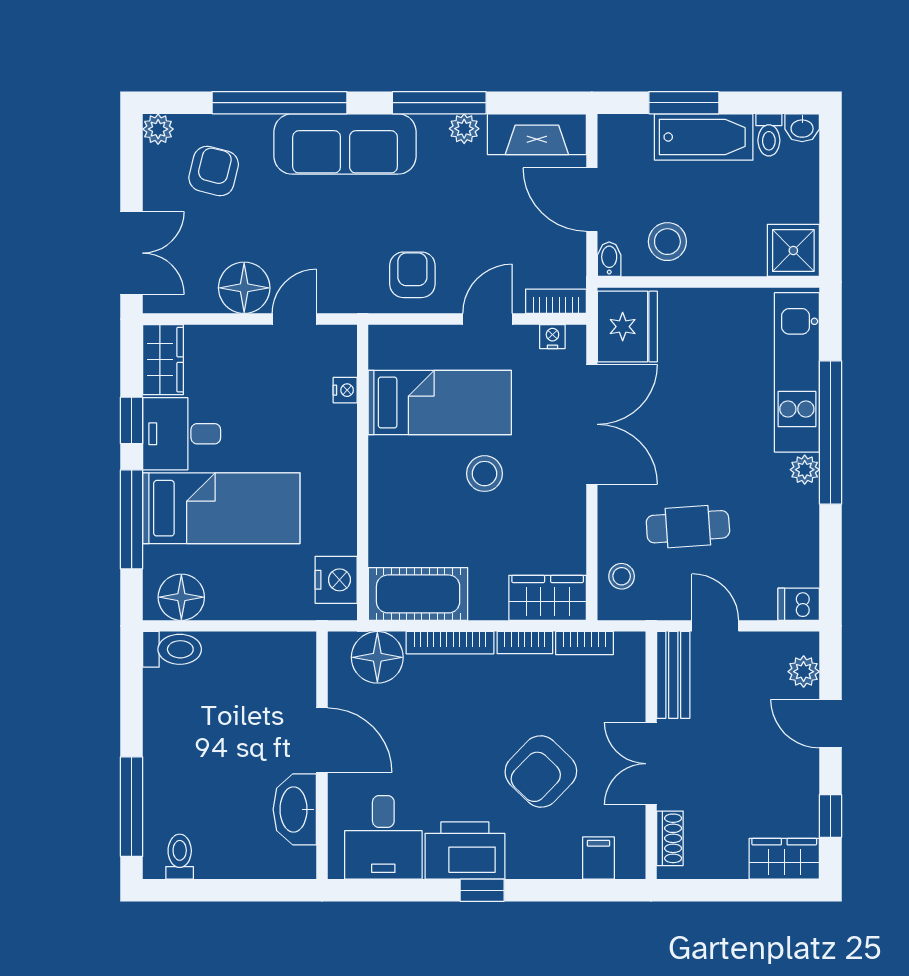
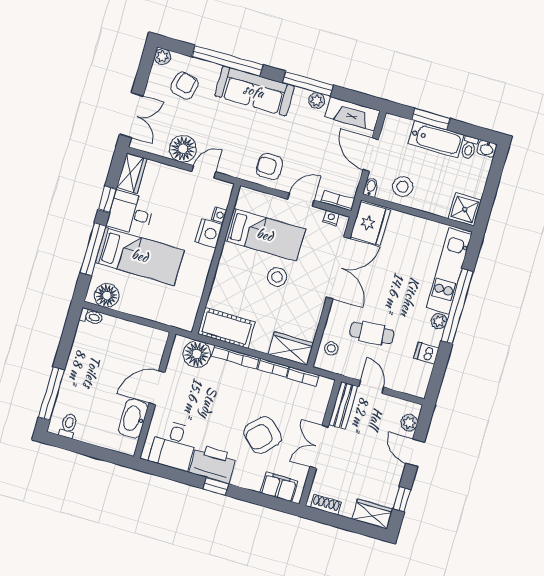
armchair: (412, 275) -> (270, 167), turned -90
nightstand: (336, 580) -> (209, 233), moved
dishwasher: (799, 604) -> (426, 353), moved
toilet: (172, 649) -> (91, 317), width x0.73, depth x0.72
door: (322, 740) -> (157, 388), swing flipped
shoe rack: (670, 838) -> (326, 505), moved, turned -90
filing cabinet: (598, 858) -> (279, 487), width x2.00

